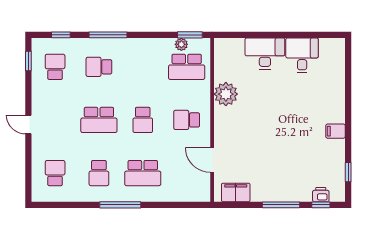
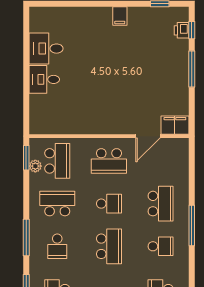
desk: (265, 53) -> (44, 79), width x0.73
school desk: (143, 67) -> (57, 204), added
plant: (226, 94) -> (84, 123), removed
school desk: (187, 120) -> (109, 161), width x1.85
filing cabinet: (236, 192) -> (175, 125), moved, turned 90

